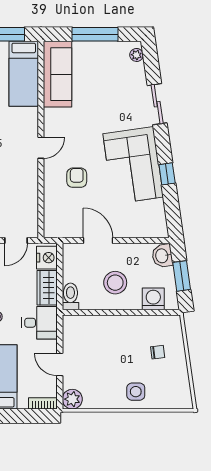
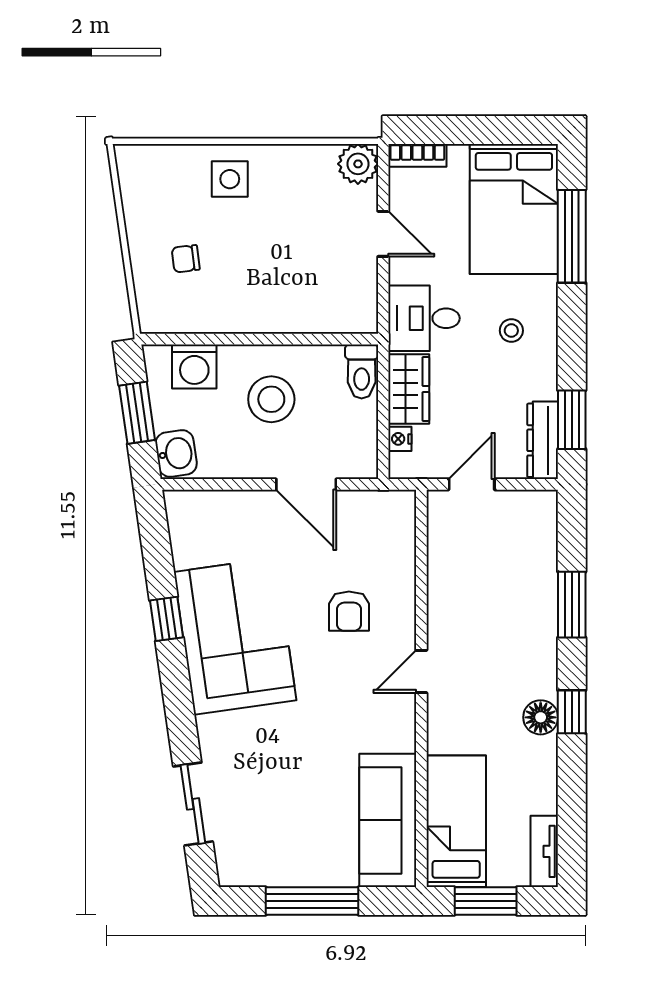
plant: (137, 55) -> (228, 859), removed
sliding door: (157, 104) -> (193, 804), moved
nightstand: (47, 258) -> (400, 439), width x0.53, depth x0.56

